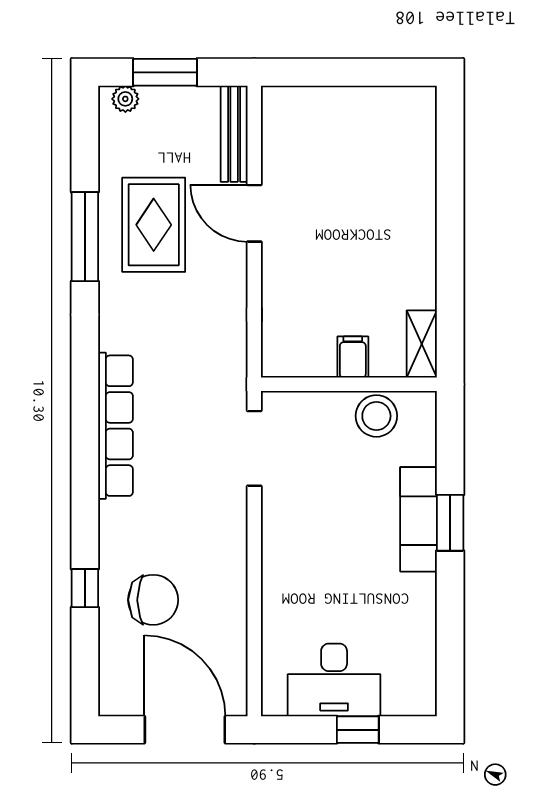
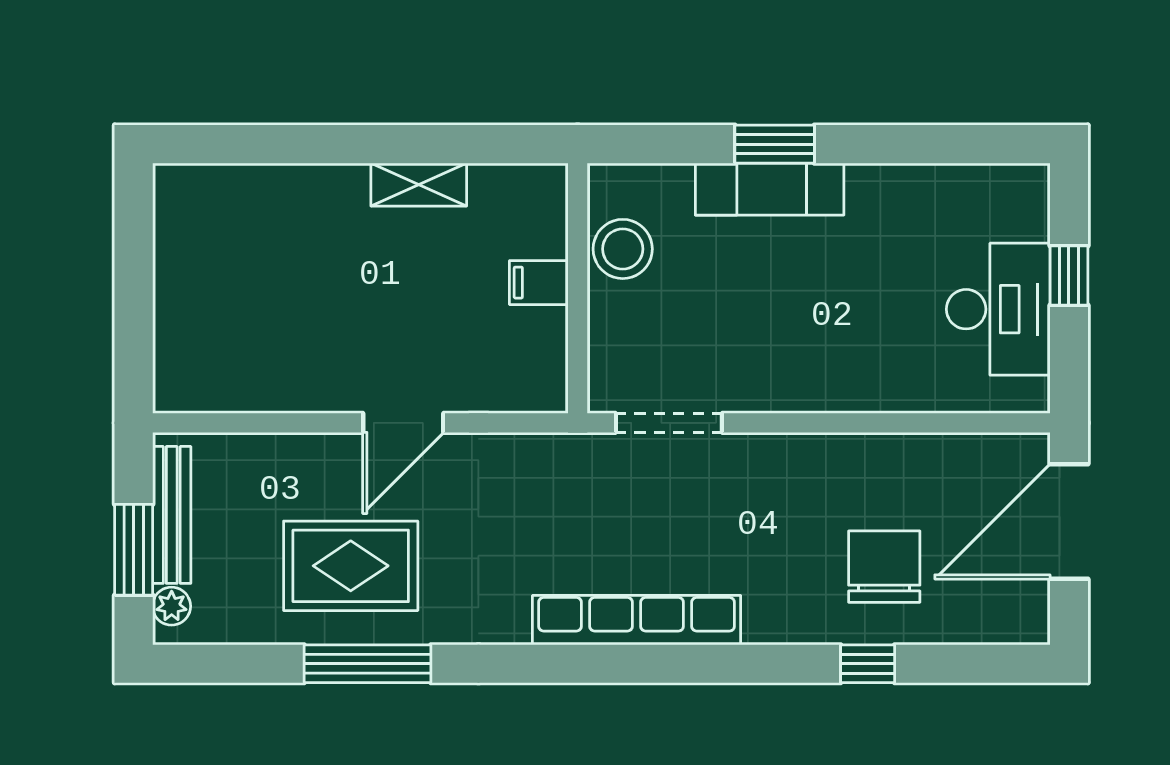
bench: (234, 134) -> (172, 515), moved, turned 90
door: (254, 213) -> (403, 423), moved
shelving: (422, 344) -> (419, 185), moved

